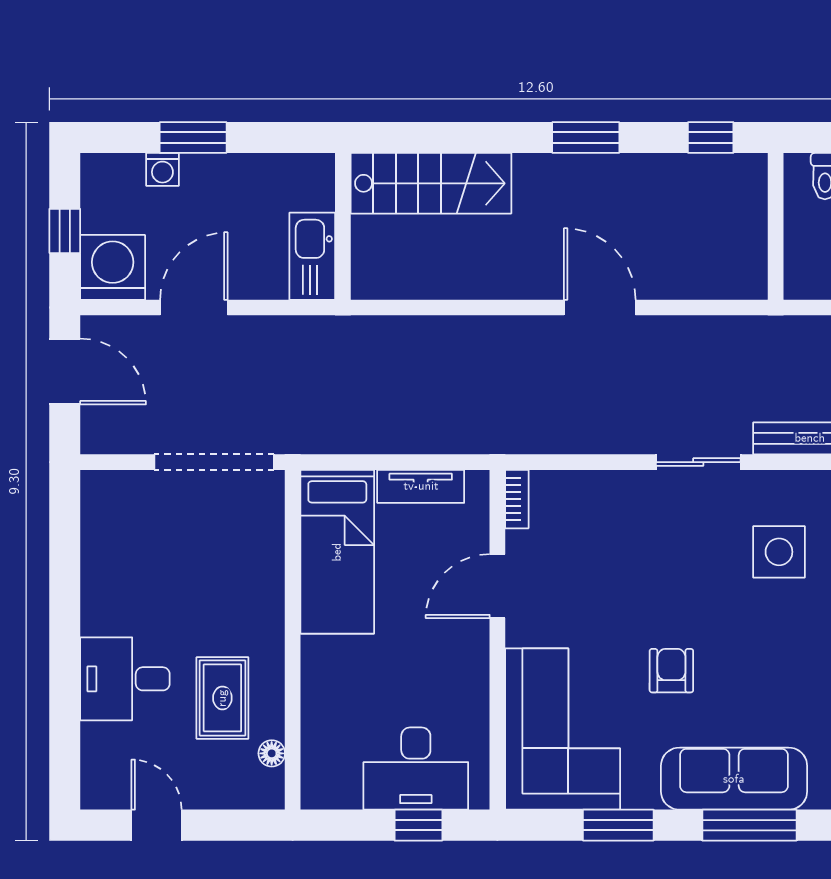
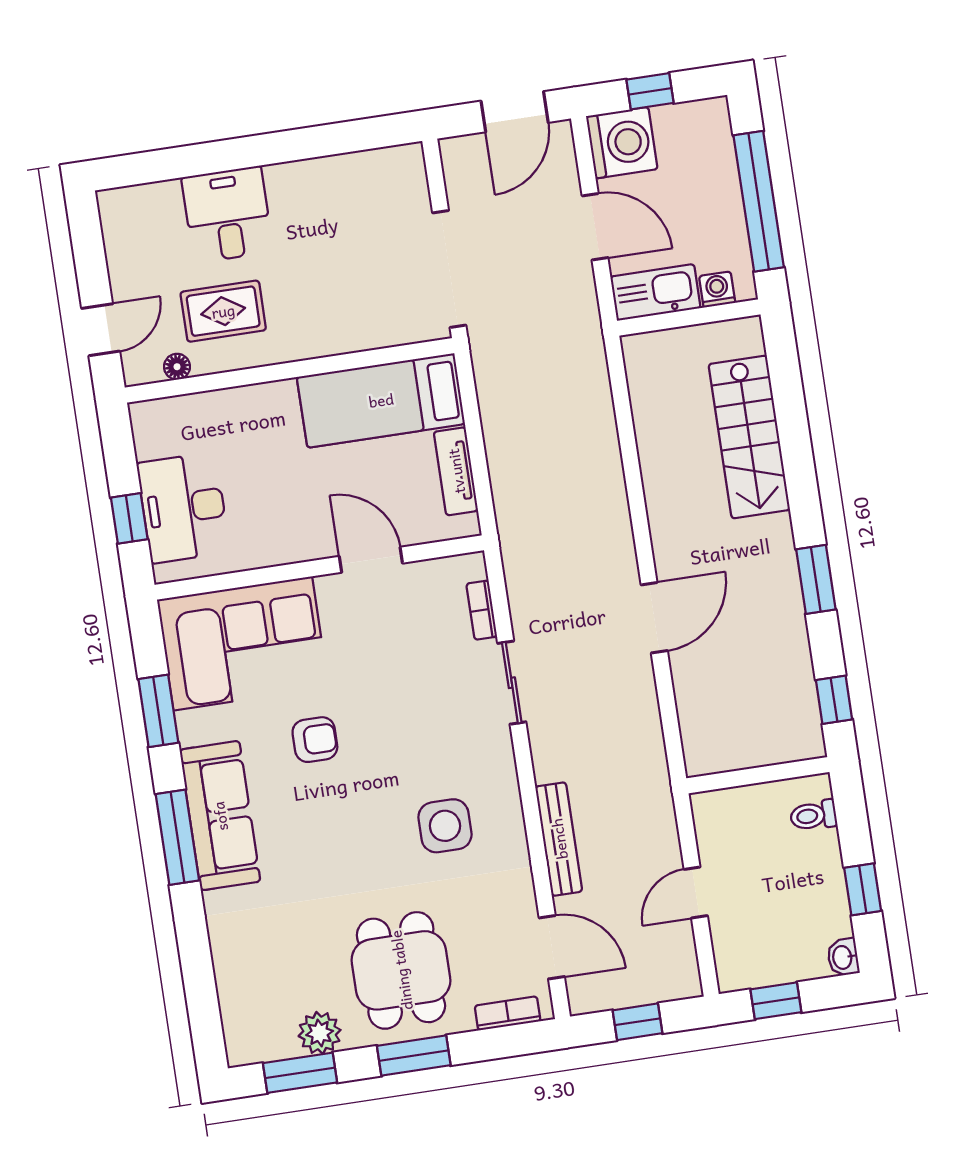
window: (193, 138) -> (759, 201), width x2.11
washing machine: (162, 169) -> (717, 289), moved, turned 90
wall: (343, 226) -> (689, 318), moved
kitchen sink: (312, 256) -> (655, 292), moved
sliding door: (698, 462) -> (512, 683), moved
bookcase: (517, 499) -> (482, 610), moved, turned 90
door: (157, 825) -> (101, 330), moved

